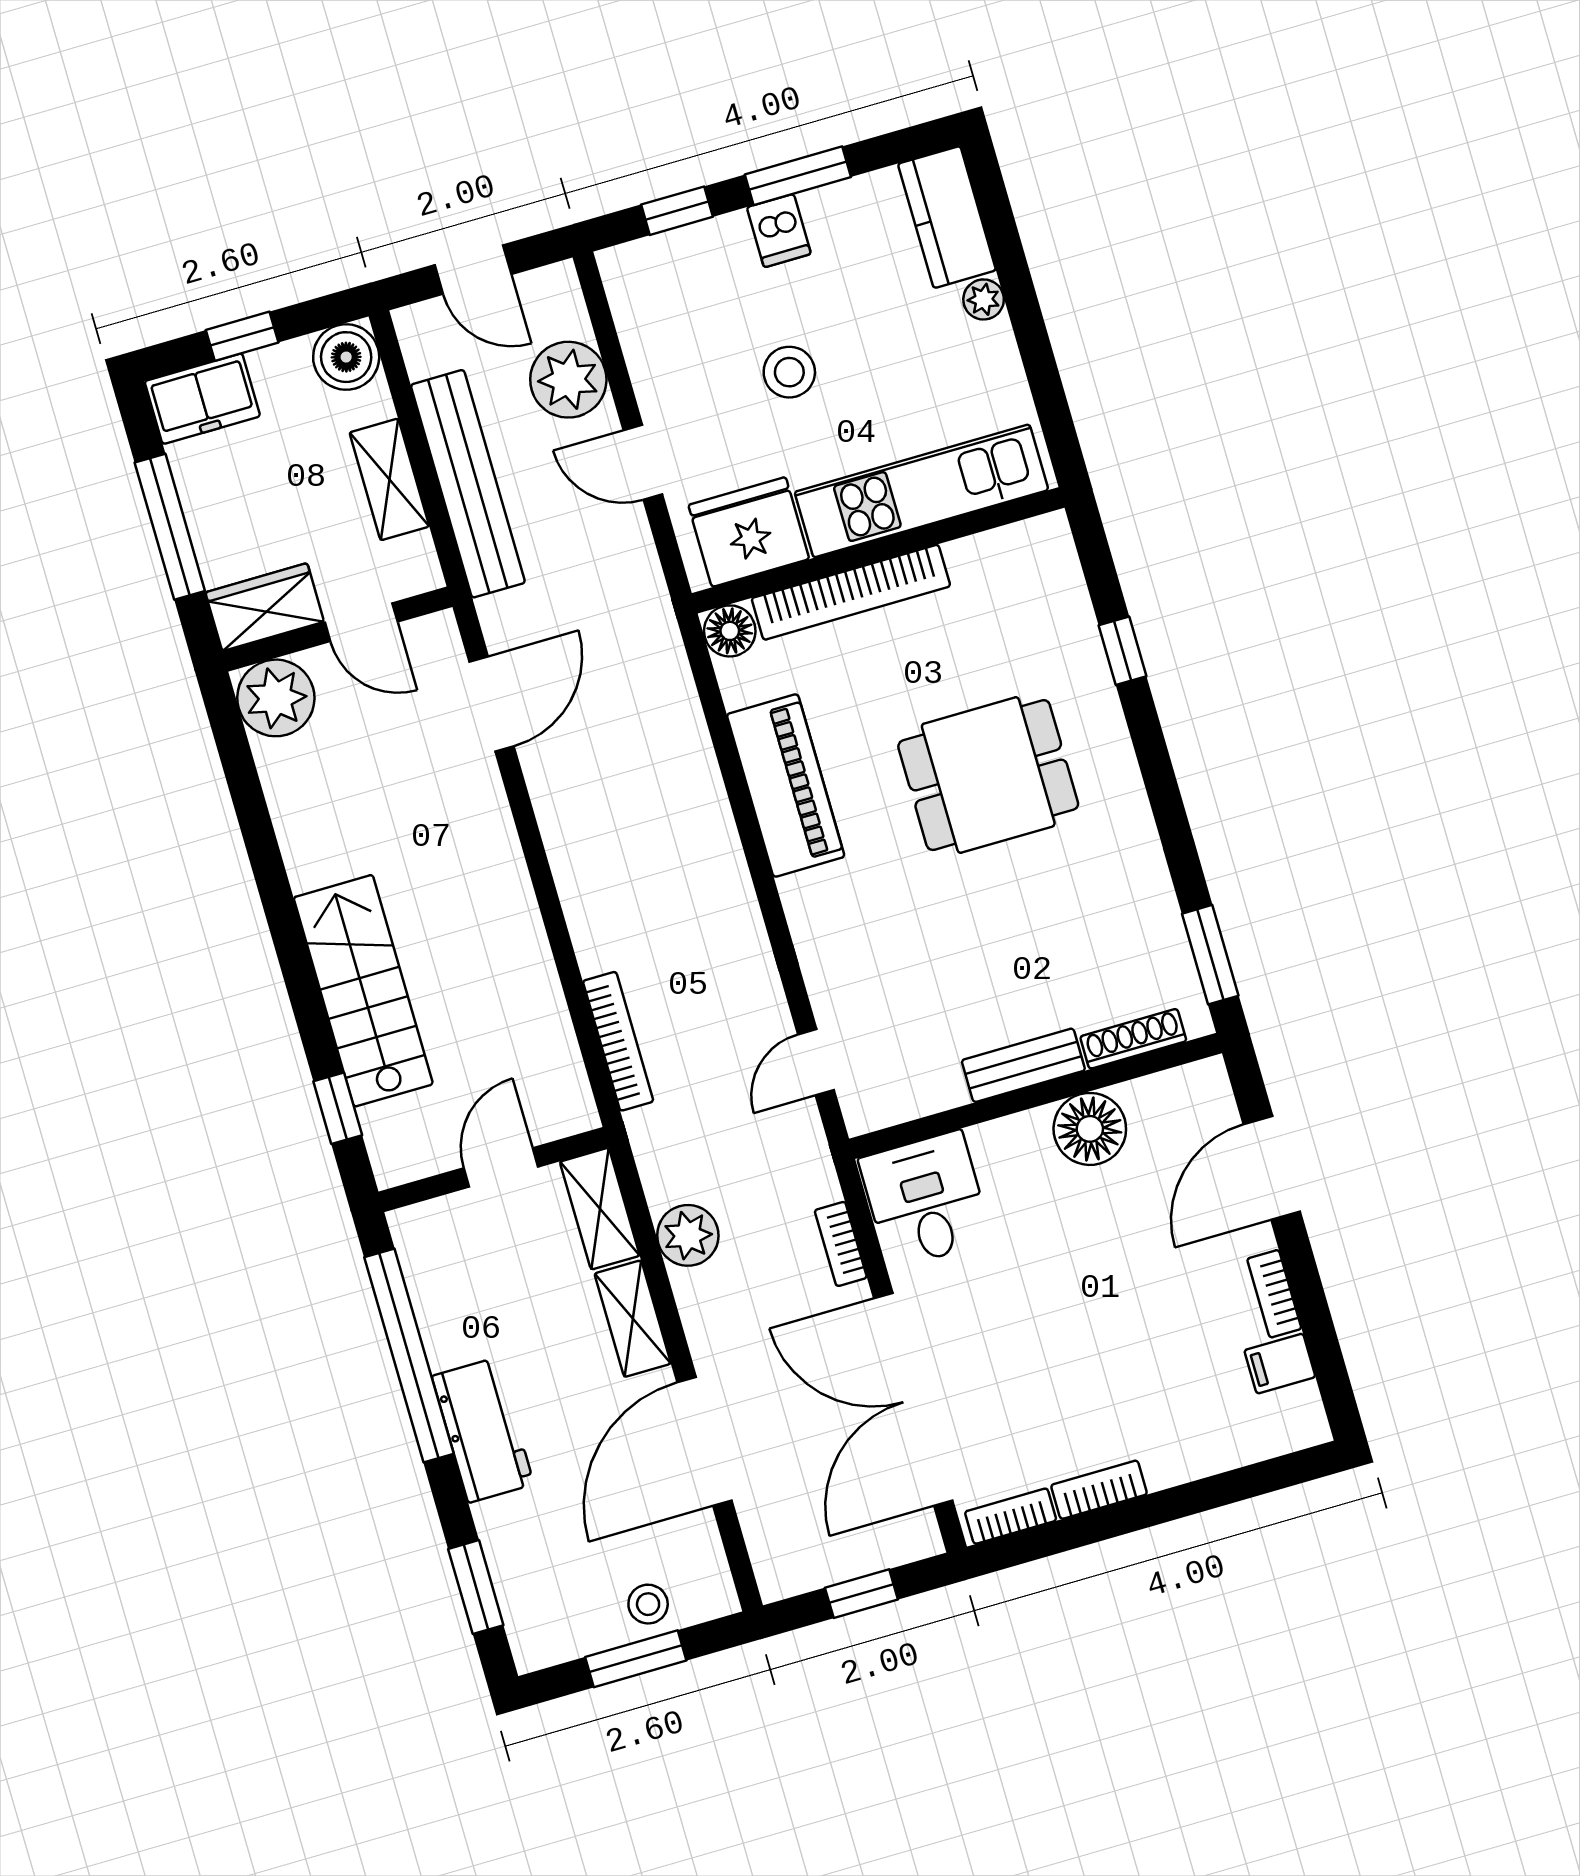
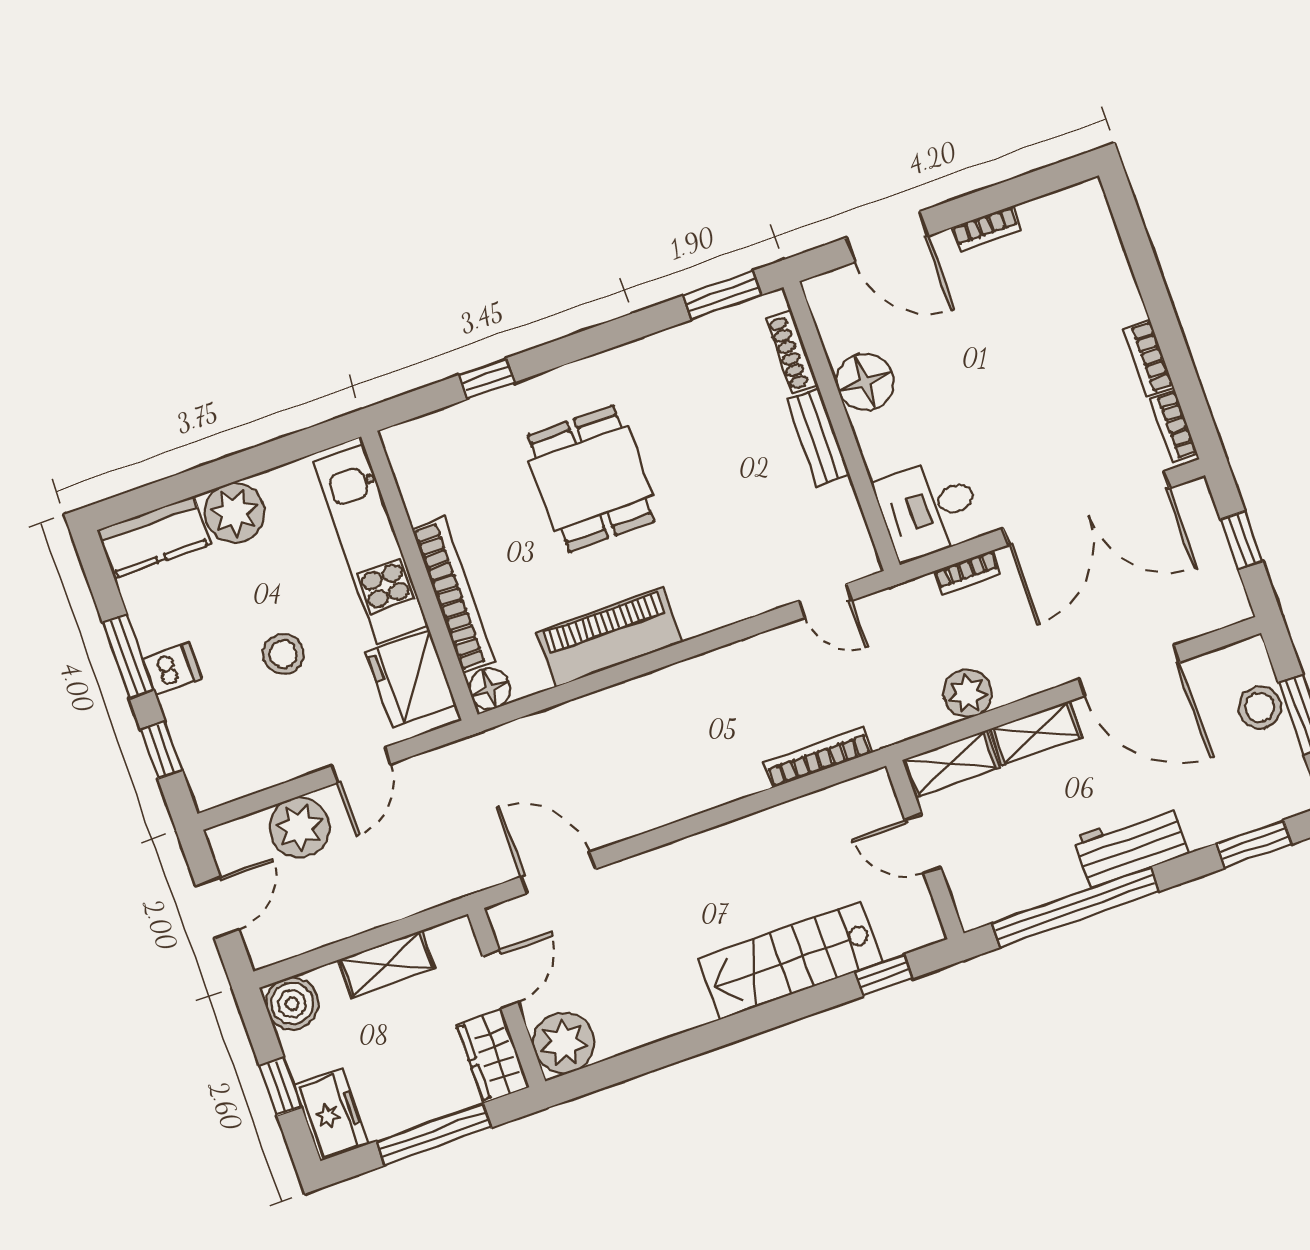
plant: (984, 299) -> (235, 513), width x1.87, depth x1.87
bench: (468, 484) -> (386, 902), removed
filing cabinet: (1280, 1364) -> (1041, 221), removed
stool: (648, 1604) -> (1260, 707), width x1.37, depth x1.37

